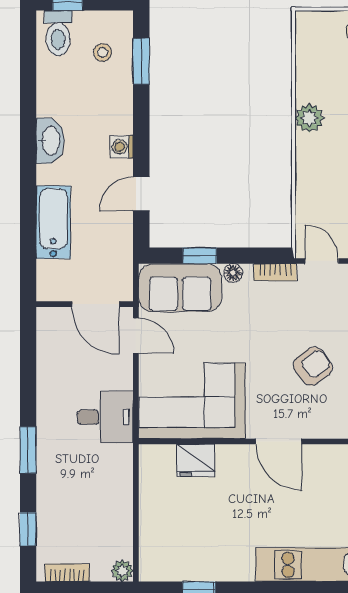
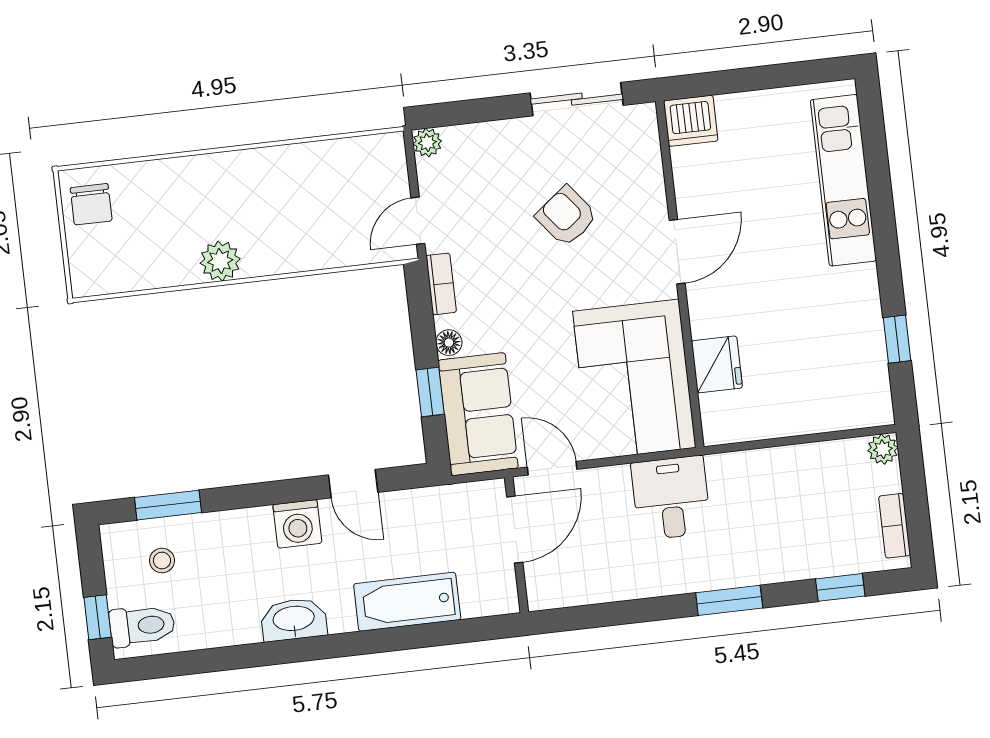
washing machine: (122, 147) -> (297, 524), width x1.38, depth x1.38
door: (136, 336) -> (552, 468), hinge flipped

